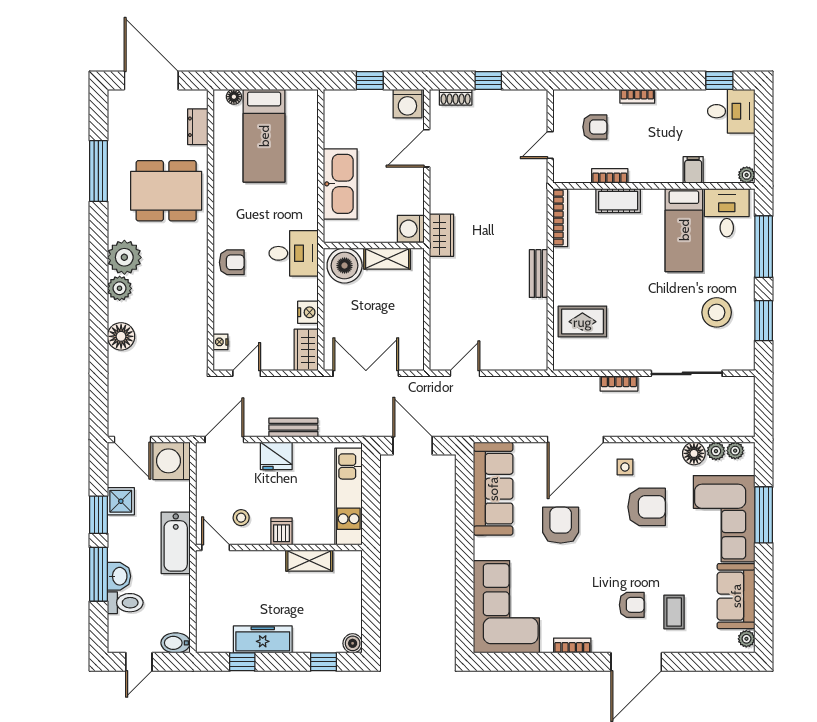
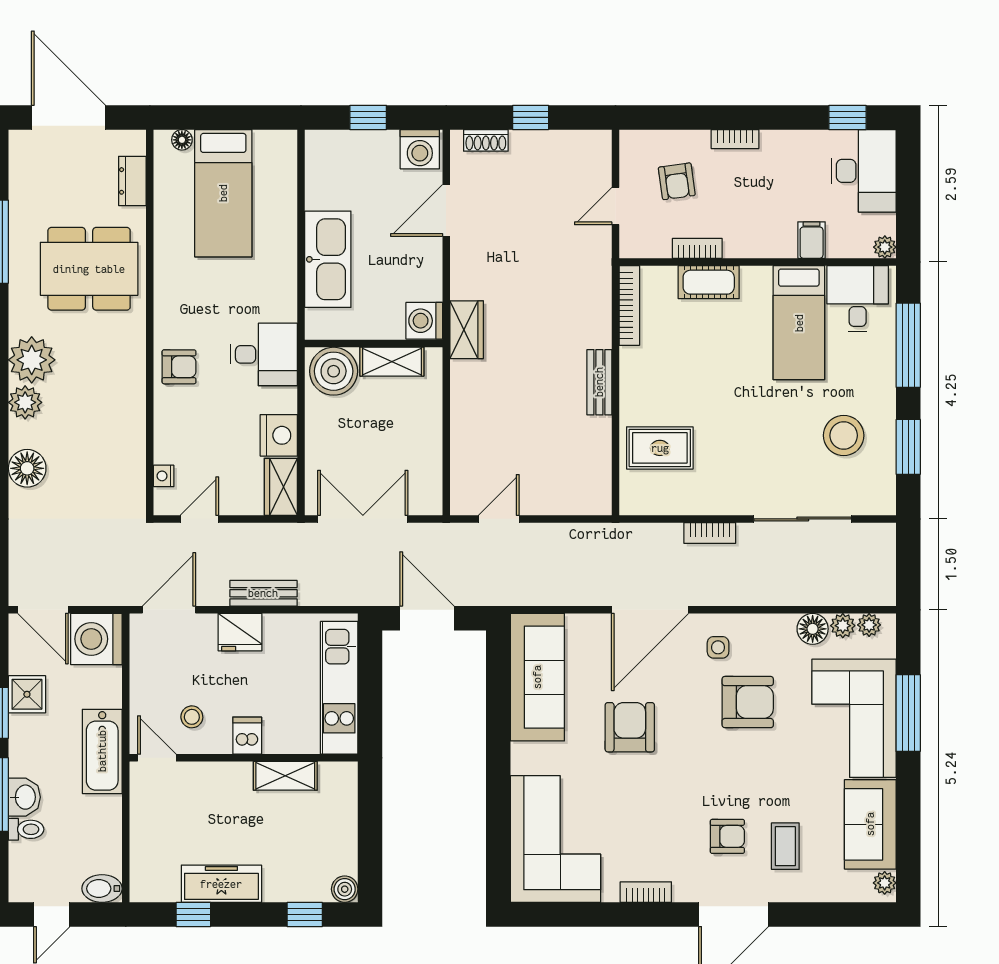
desk: (731, 111) -> (864, 171), width x1.37
armchair: (595, 127) -> (677, 181), turned 82
nightstand: (308, 312) -> (279, 435), width x1.36, depth x1.33
toilet: (125, 603) -> (26, 829), width x0.73, depth x0.72

